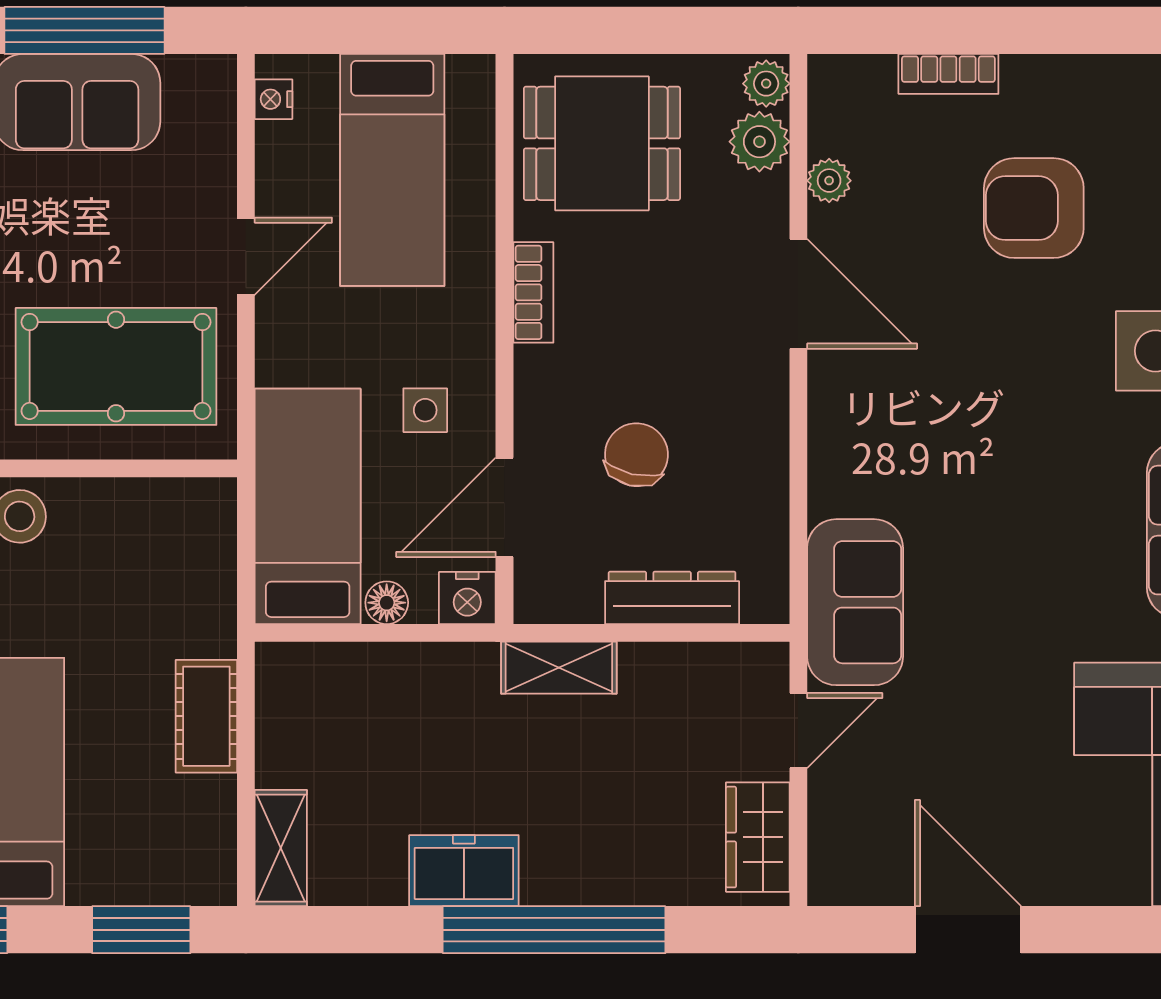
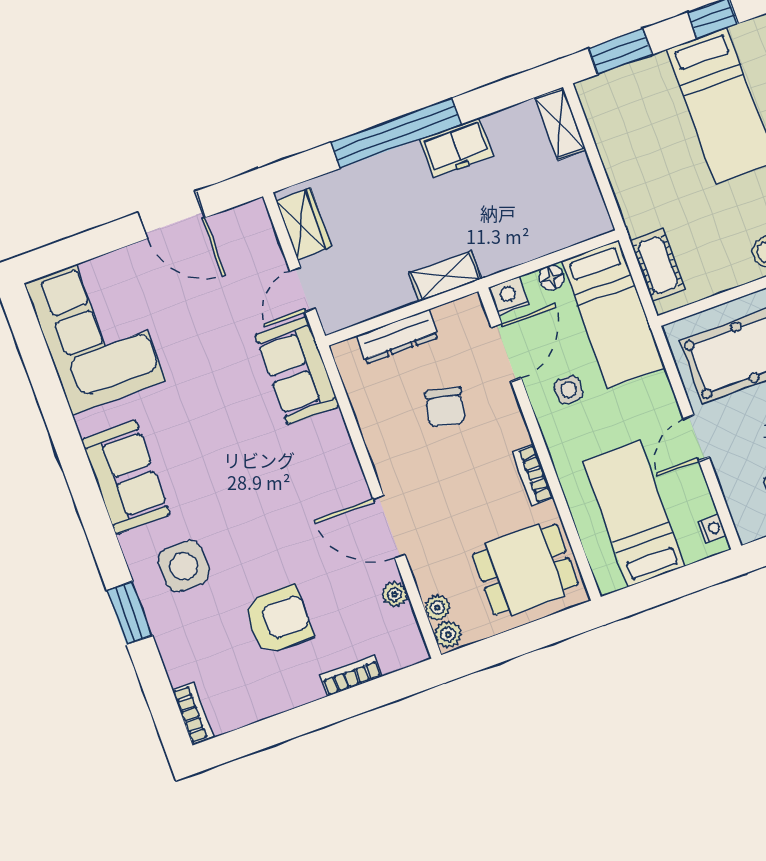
plant: (759, 142) -> (437, 608), width x0.73, depth x0.73
cot: (206, 716) -> (658, 265), moved

